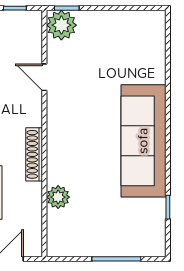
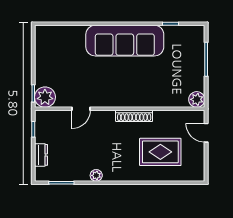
plant: (58, 197) -> (197, 99), moved

